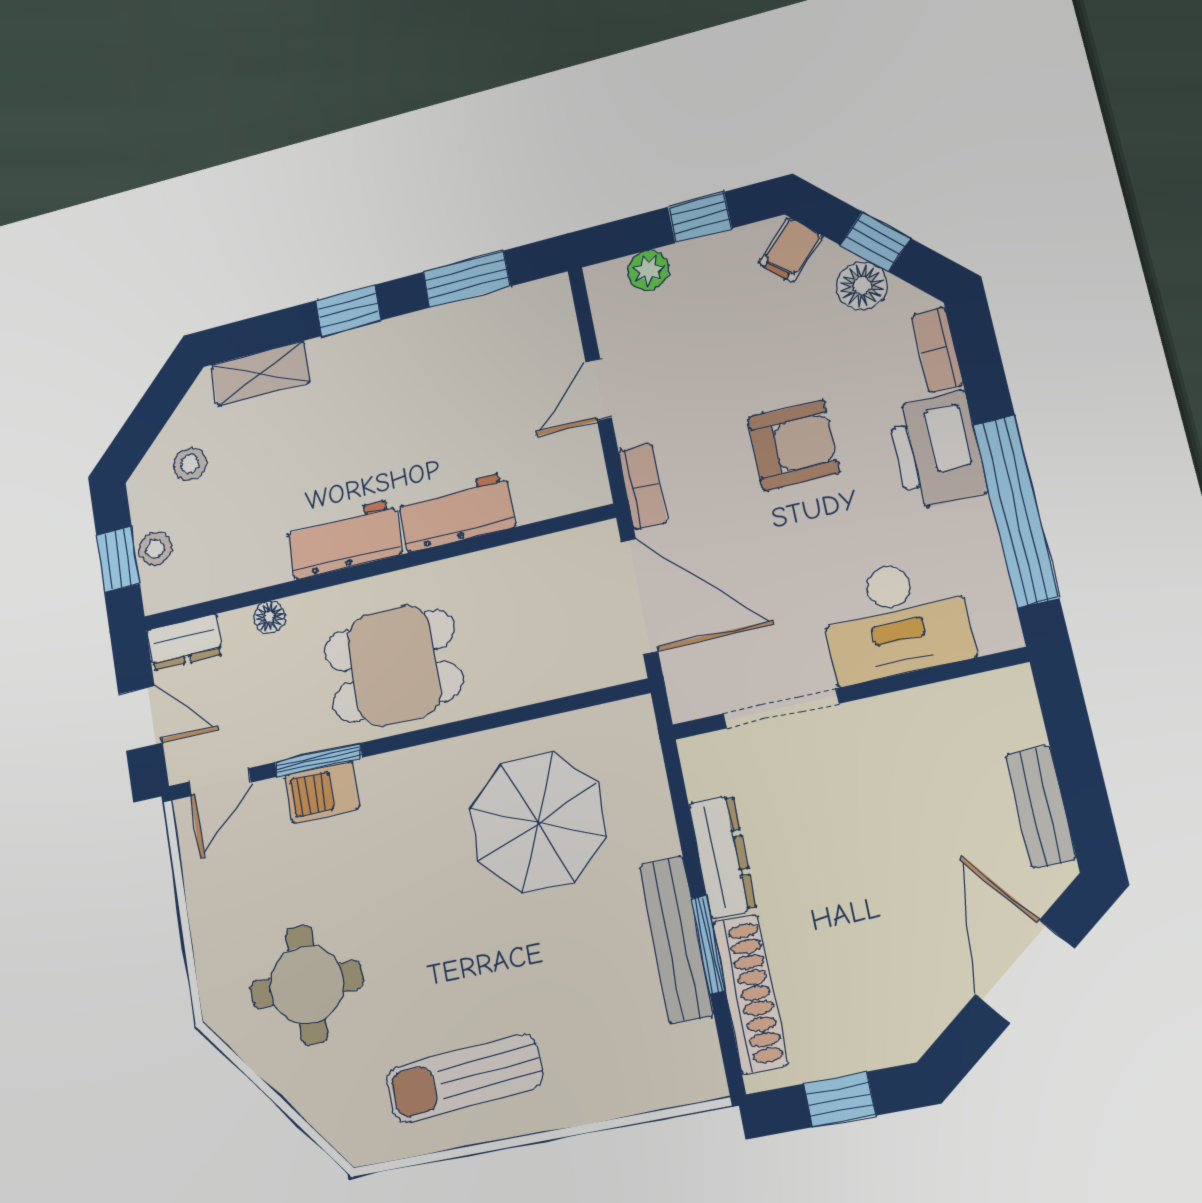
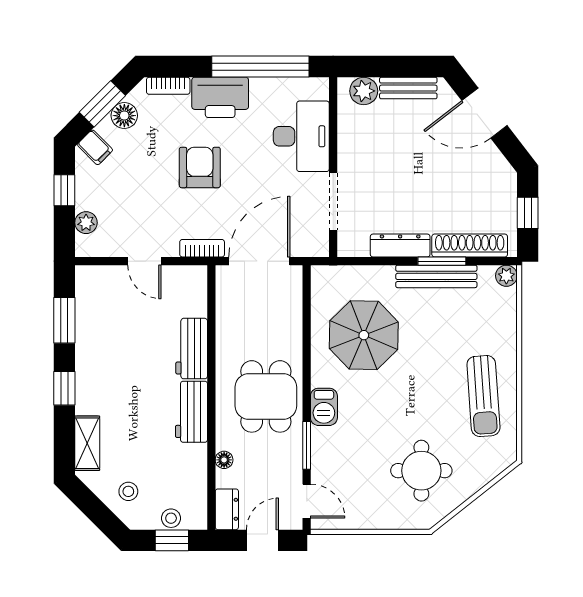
window: (875, 242) -> (102, 104), width x1.50
plant: (1014, 720) -> (364, 91), added
barbecue: (322, 792) -> (324, 407), moved
plant: (705, 1080) -> (506, 276), added

